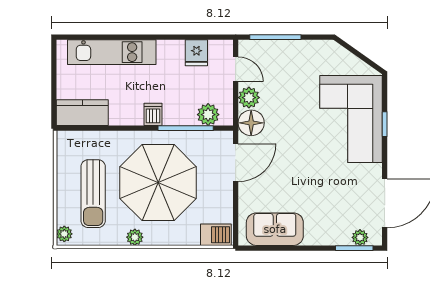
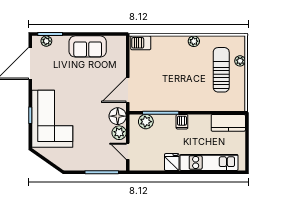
fridge: (196, 53) -> (172, 162), moved
parasol: (158, 183) -> (179, 77), removed
sofa: (275, 229) -> (88, 46), moved
plant: (64, 234) -> (240, 61), moved

